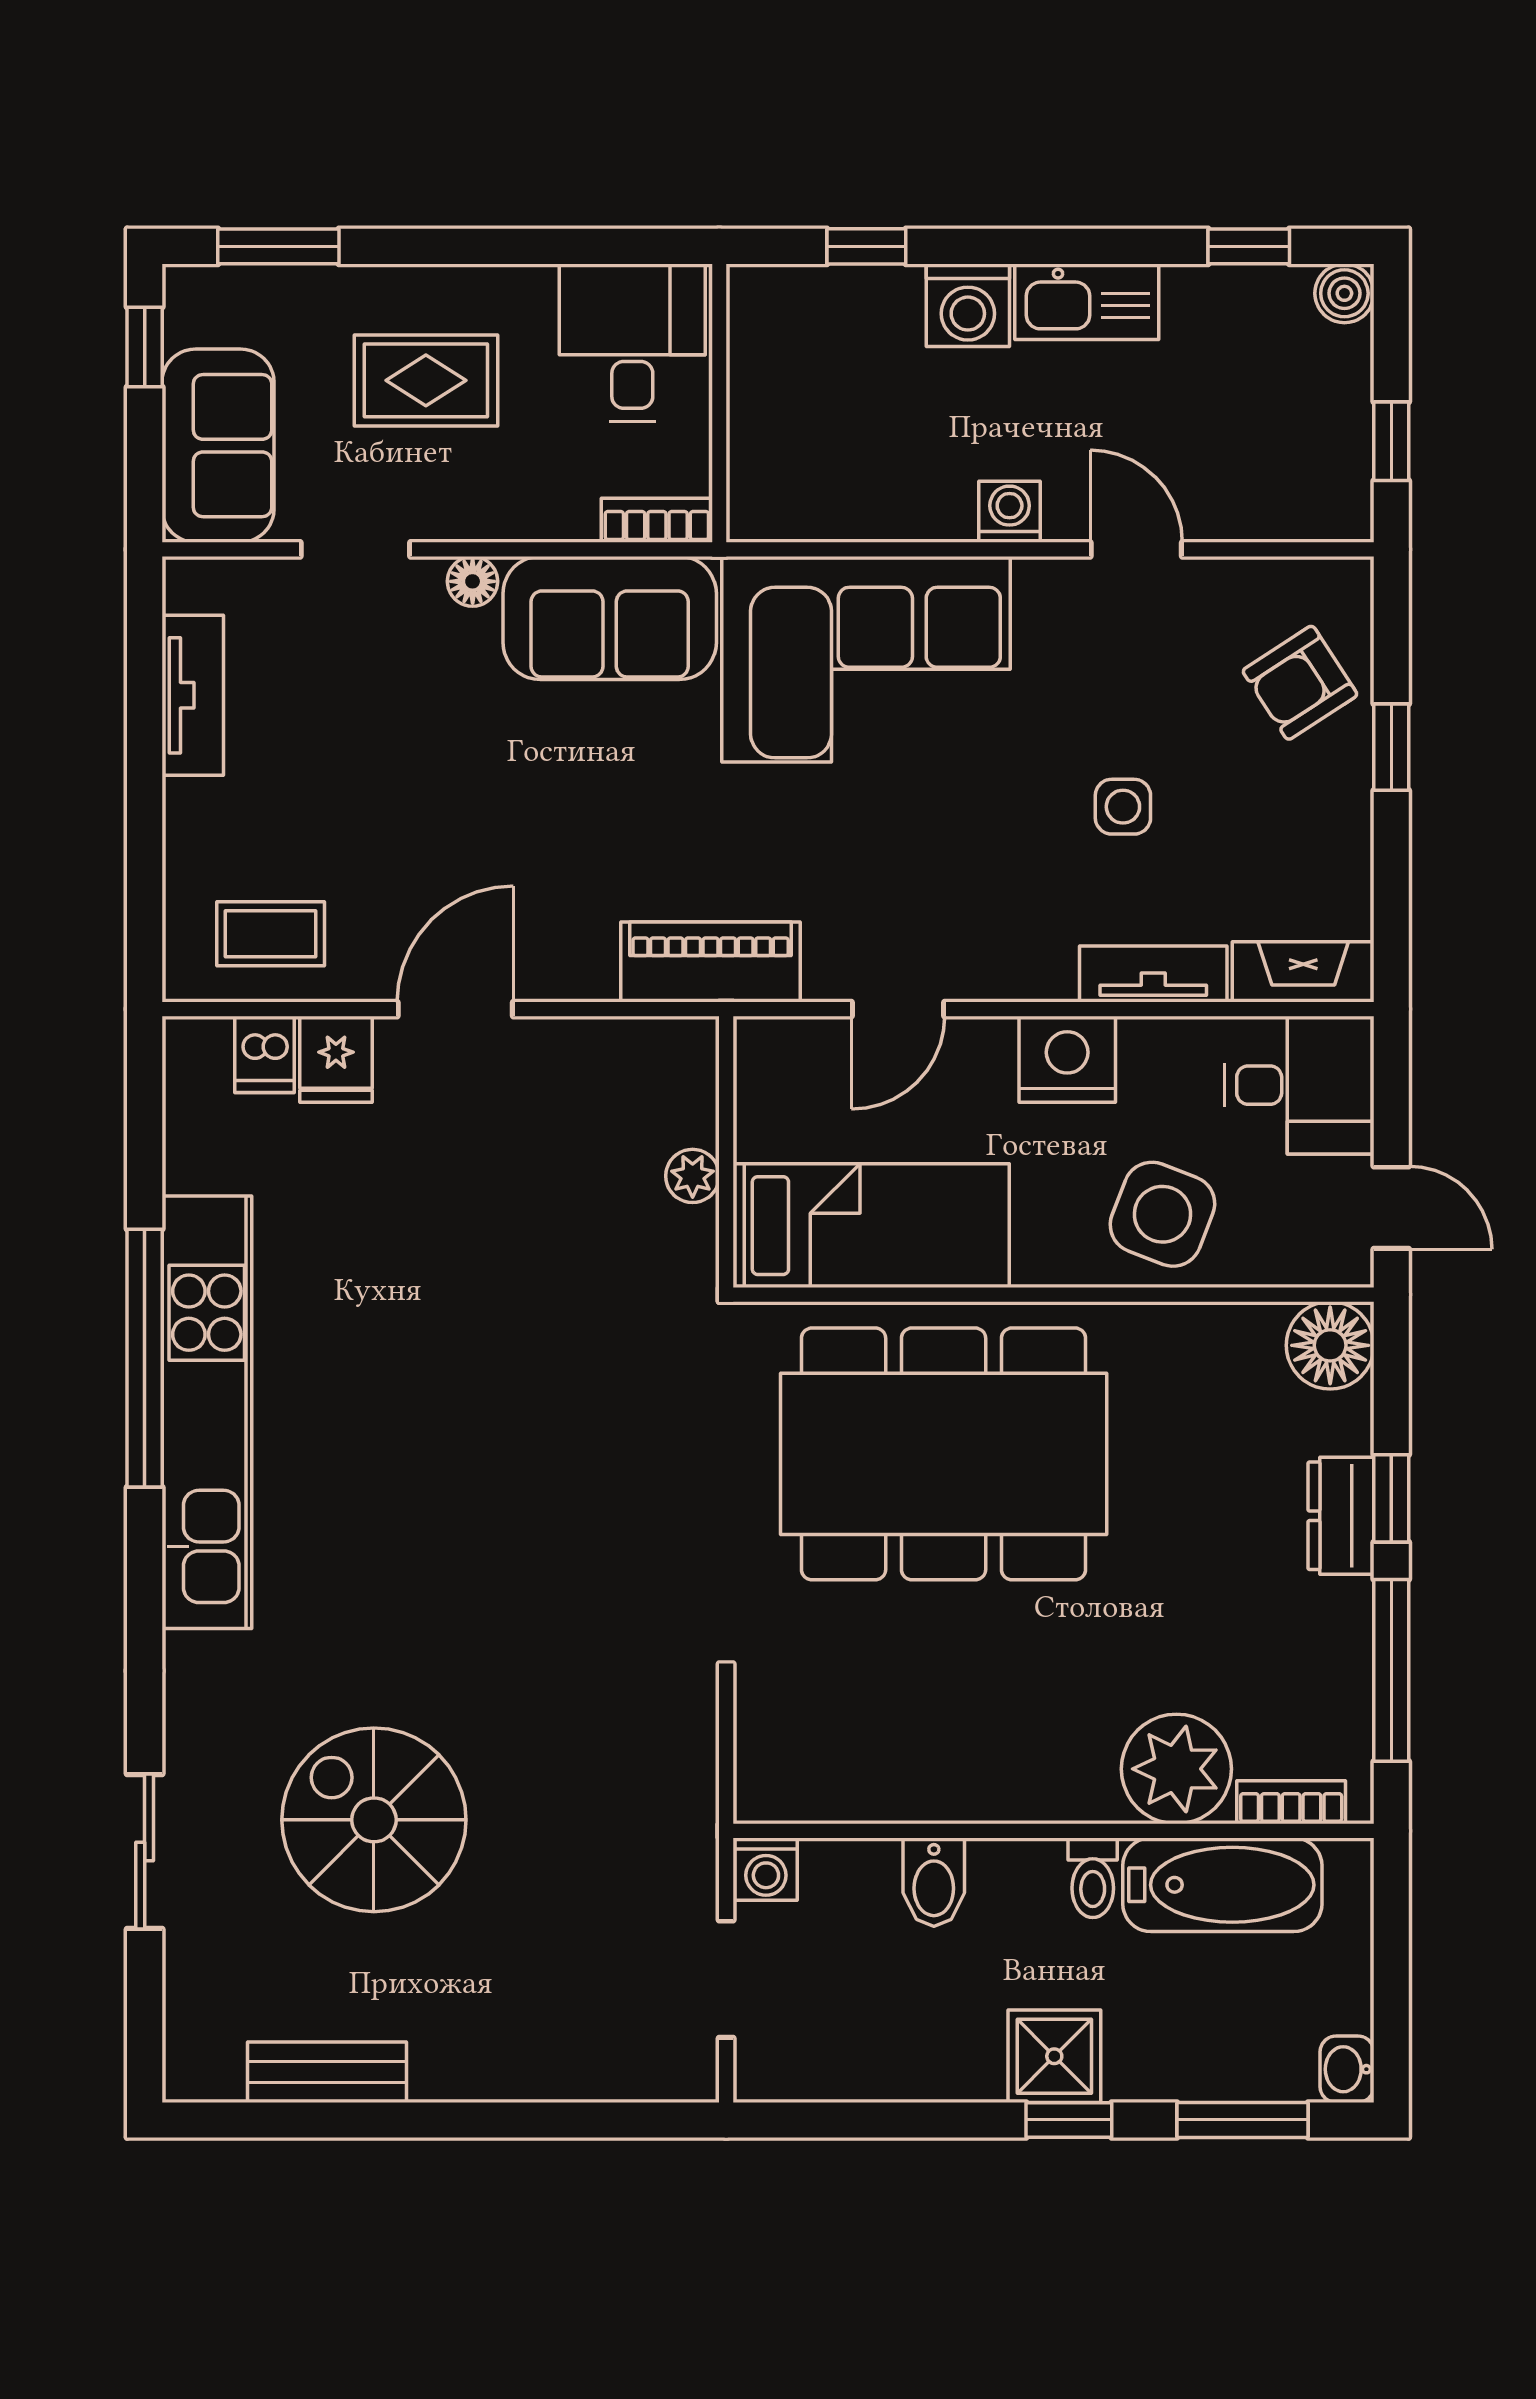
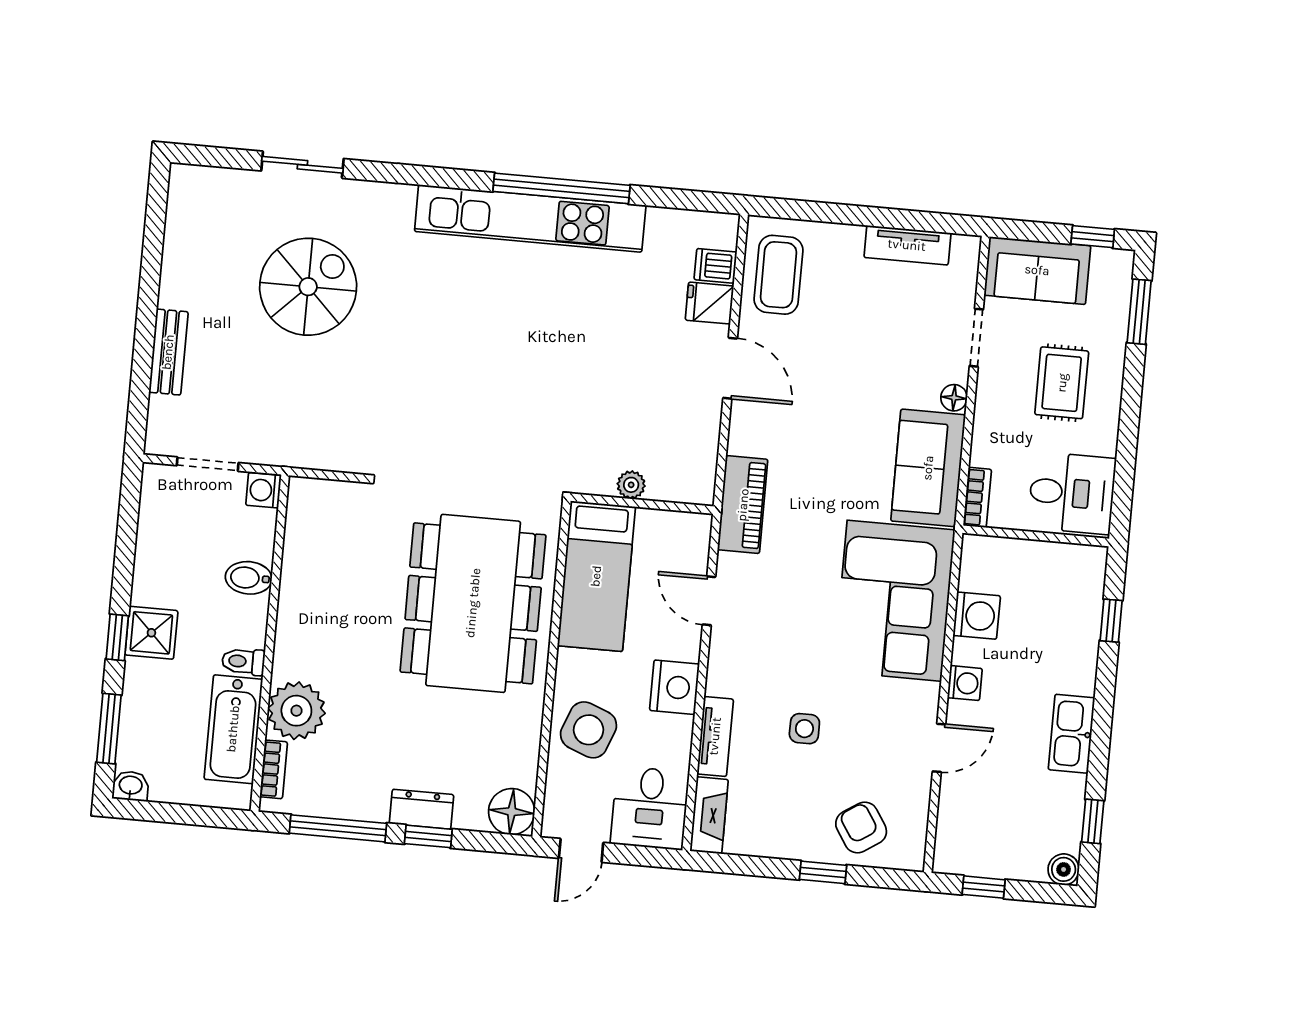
washing machine: (968, 305) -> (977, 616), moved, turned 180
coffee table: (271, 934) -> (778, 275), width x1.36, depth x1.30
bench: (327, 2072) -> (168, 352), moved

